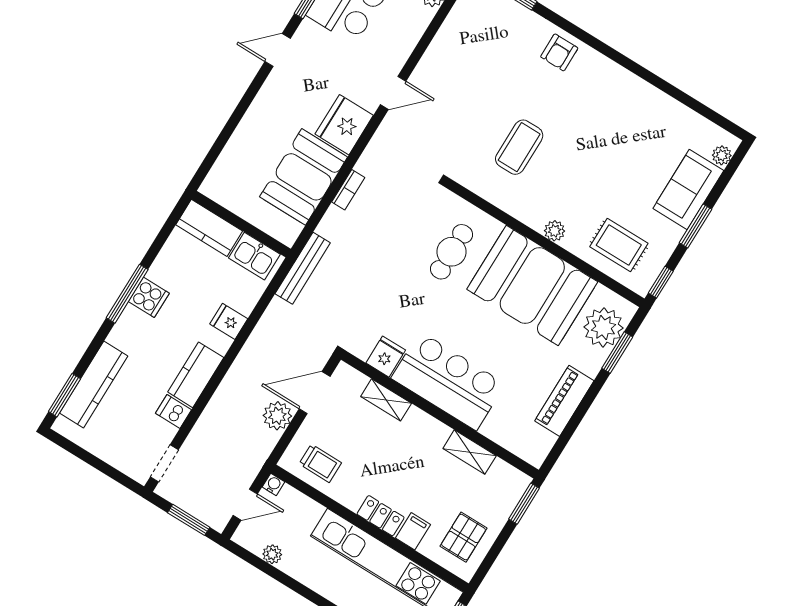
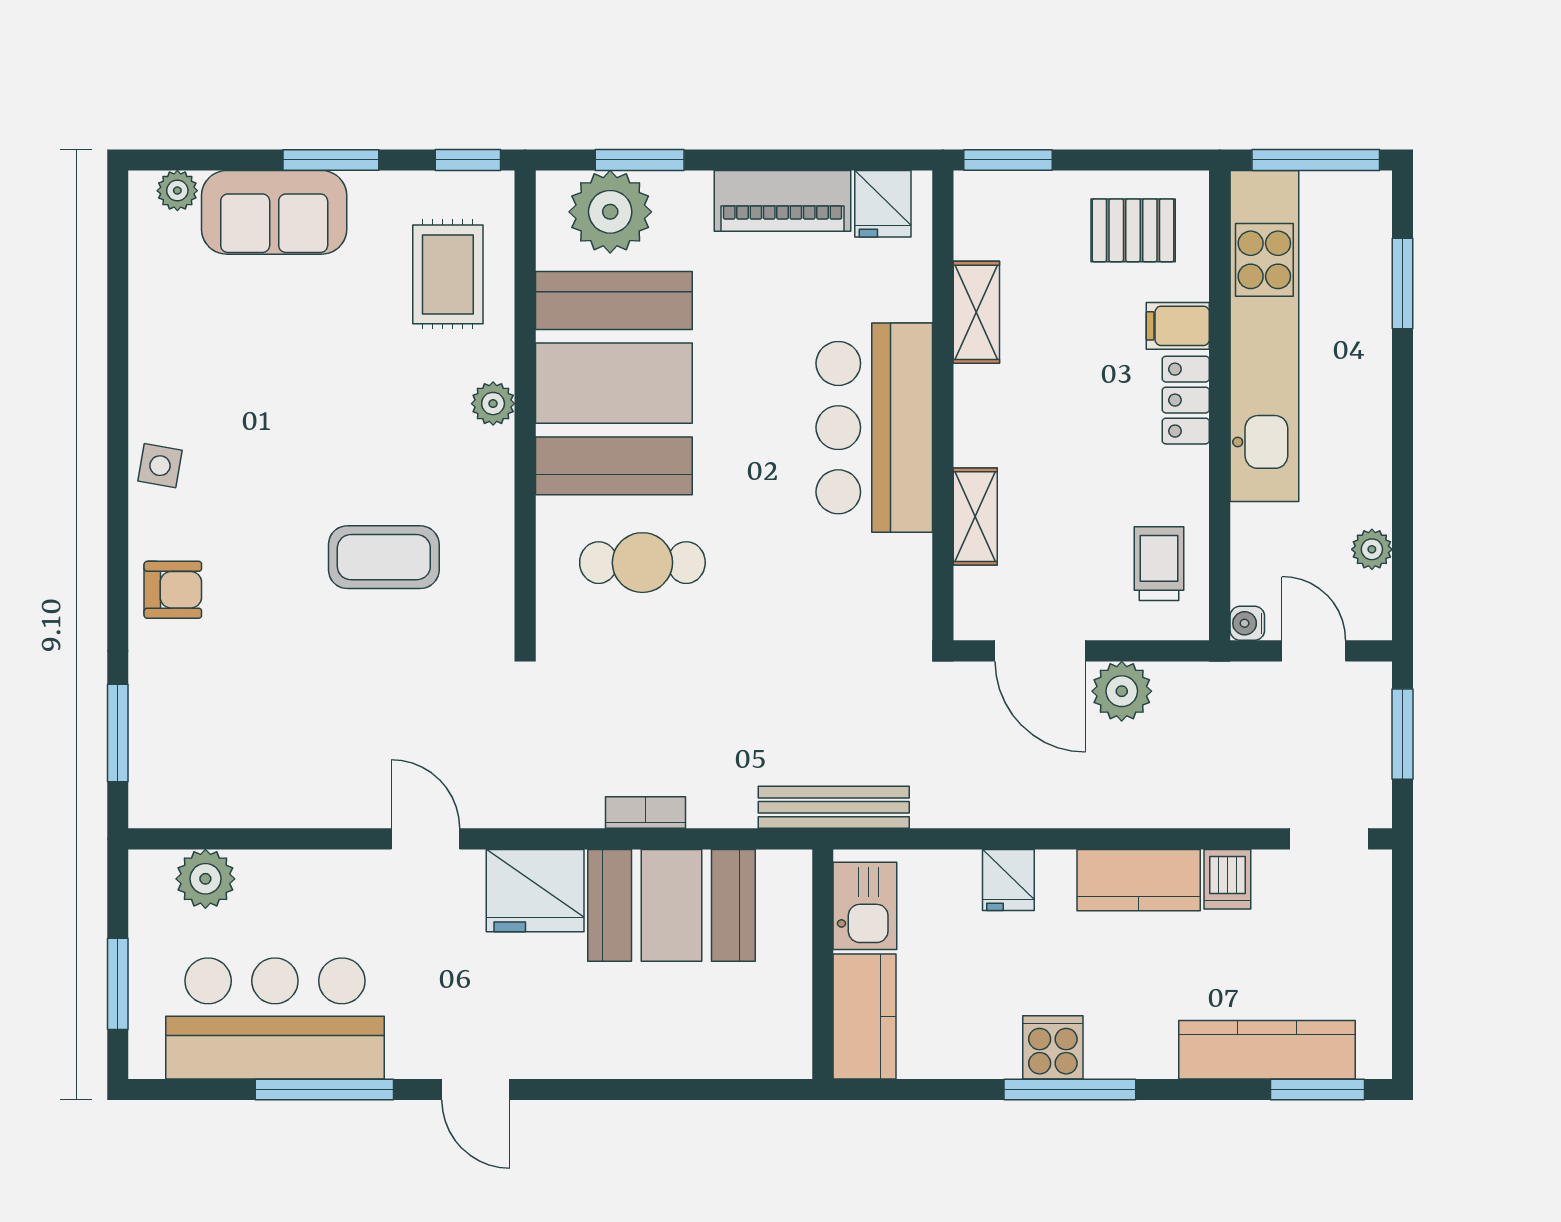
side table: (613, 79) -> (160, 466), added
fridge: (386, 357) -> (883, 204), moved, turned -90

